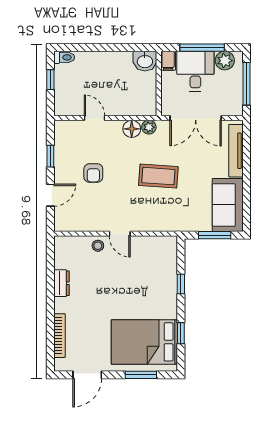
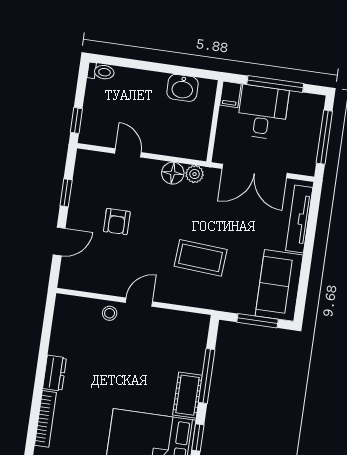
washbasin: (145, 61) -> (183, 88), moved
plant: (225, 61) -> (301, 104), removed
window: (50, 80) -> (76, 121), moved
coffee table: (158, 176) -> (201, 258), moved
door: (120, 234) -> (139, 302), swing flipped
dresser: (61, 283) -> (55, 373), moved
window: (181, 284) -> (207, 376), width x2.17
cot: (168, 301) -> (188, 395), added

